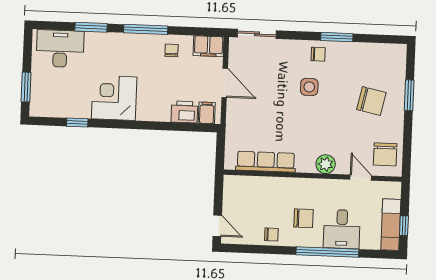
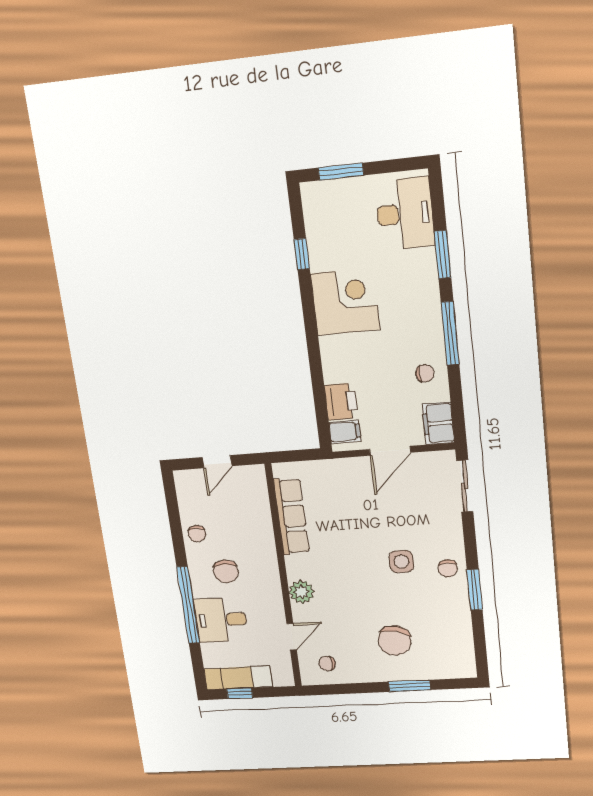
chair: (385, 154) -> (327, 663), width x0.54, depth x0.54
door: (217, 226) -> (217, 462), moved

